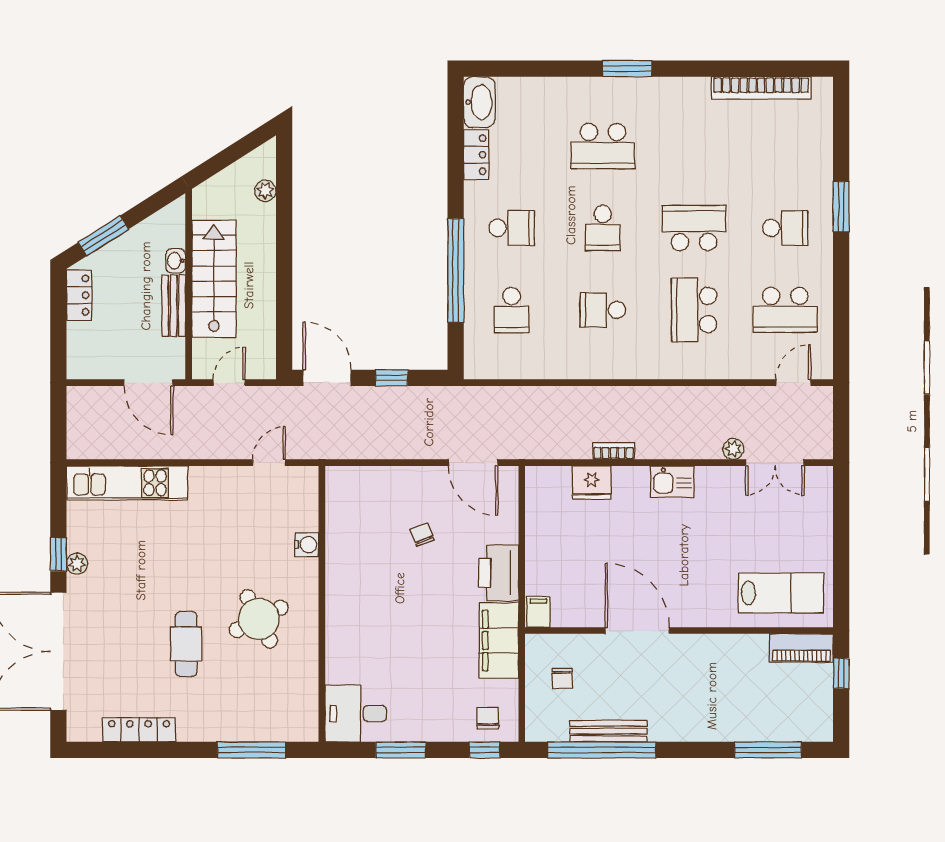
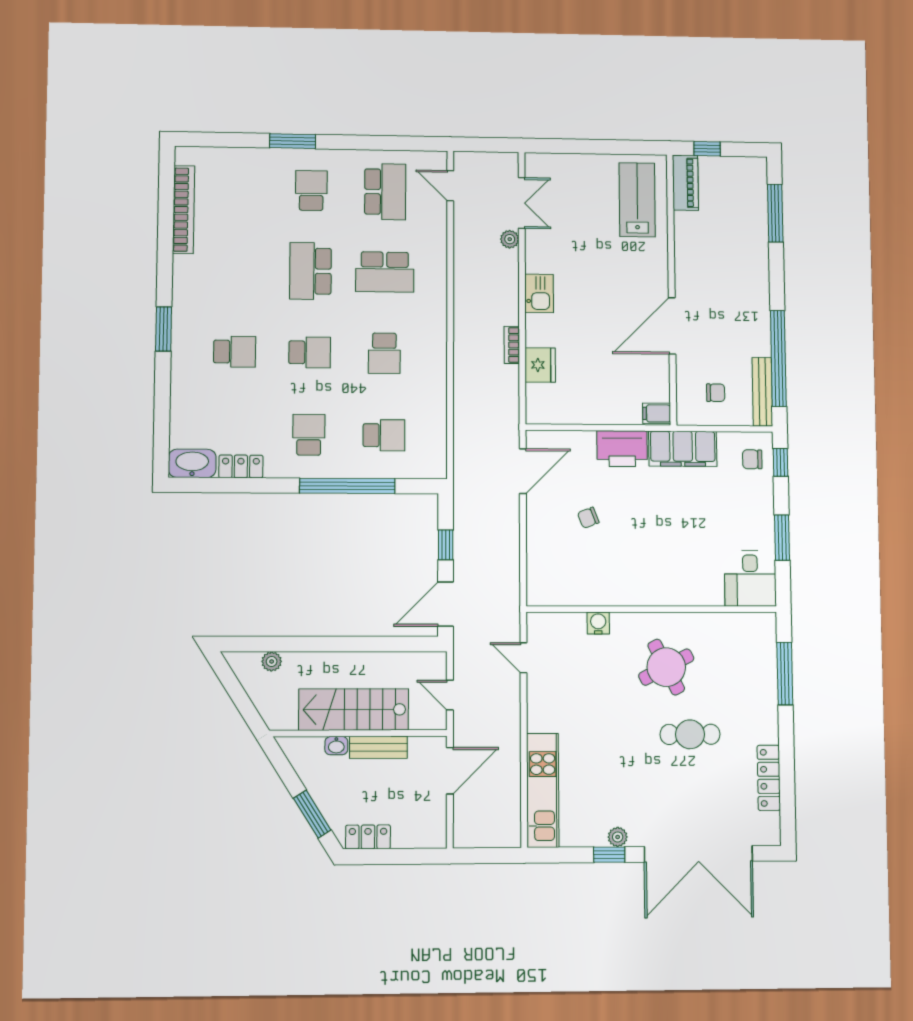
school desk: (603, 146) -> (235, 352), width x0.54
bench: (608, 731) -> (762, 392), moved

